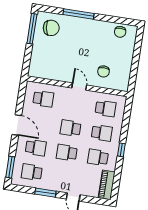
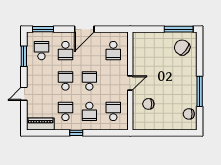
window: (79, 14) -> (200, 91), moved
chair: (51, 28) -> (182, 47), turned 137
school desk: (106, 108) -> (113, 111), turned 180
window: (45, 193) -> (24, 56), moved

